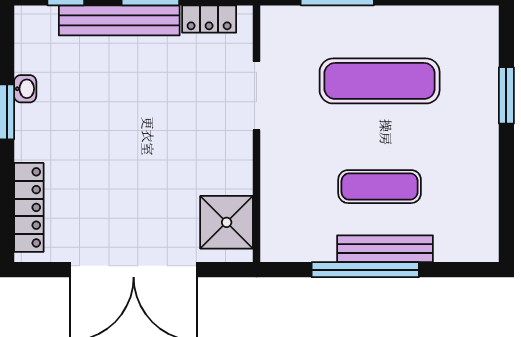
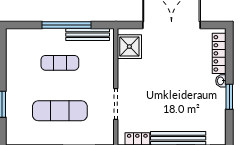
washbasin: (25, 89) -> (221, 81), moved
bench: (385, 249) -> (88, 35), moved

